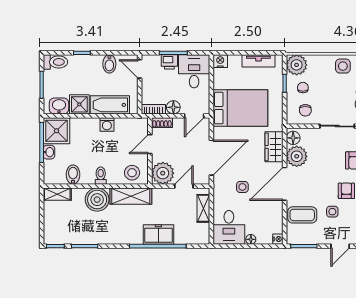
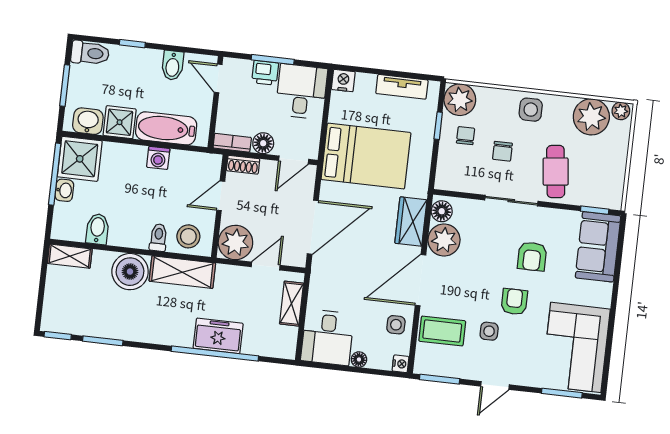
chair: (305, 110) -> (502, 151), moved
toilet: (101, 176) -> (158, 237), moved
side table: (242, 187) -> (396, 325), moved

